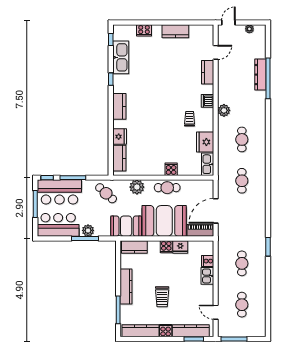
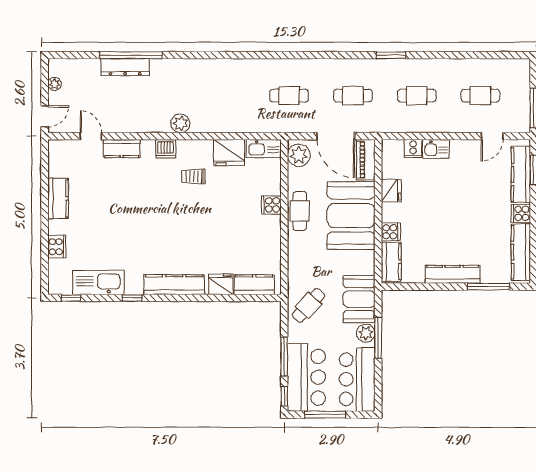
door: (228, 22) -> (45, 116), swing flipped
kitchen counter: (119, 106) -> (174, 285), width x1.50
cafe table: (242, 139) -> (353, 96), moved
plant: (137, 187) -> (299, 155), moved
booth: (126, 226) -> (359, 299), moved
cooker: (166, 247) -> (391, 232), moved
trolley: (162, 297) -> (468, 219), removed

